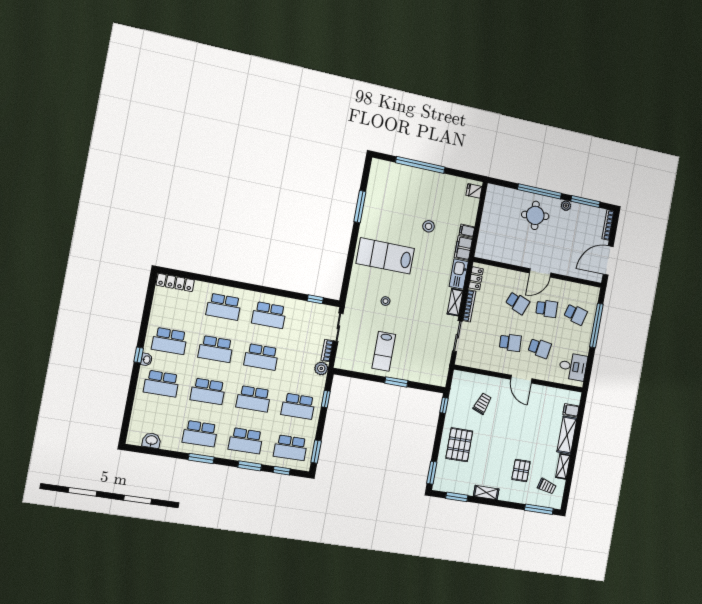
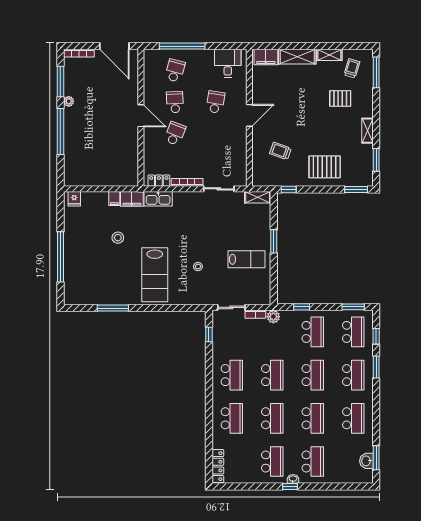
round table: (535, 215) -> (85, 132), removed
shelving: (455, 302) -> (258, 197), moved
school desk: (510, 343) -> (215, 134), removed
filing cabinet: (571, 410) -> (266, 57), width x2.00
window: (201, 459) -> (376, 458), moved

